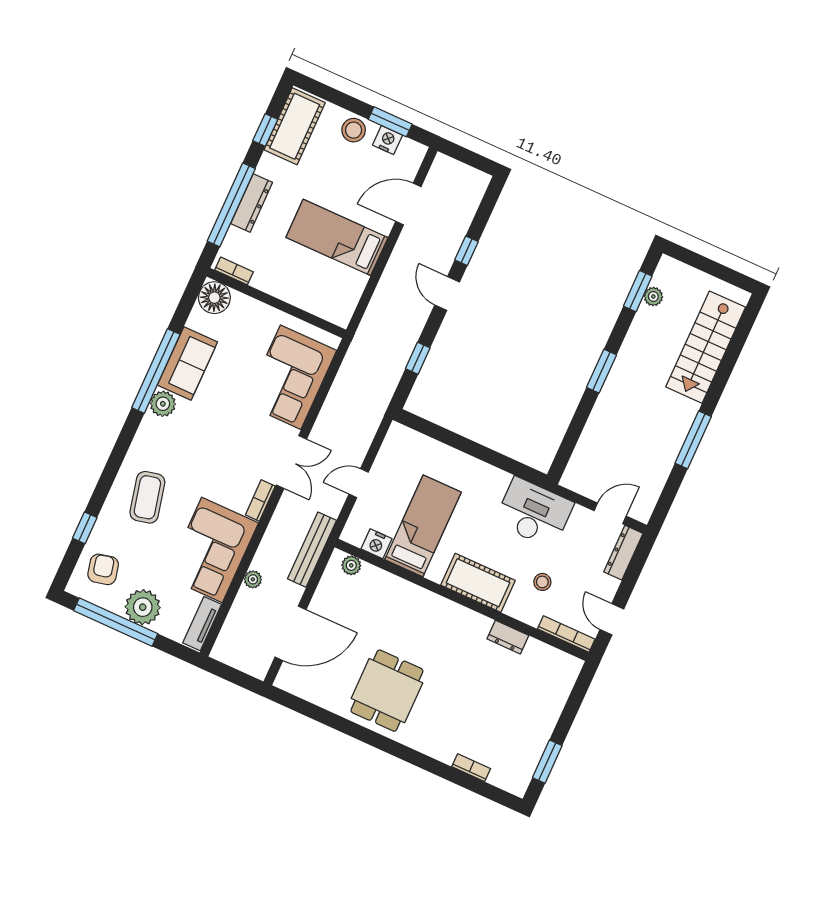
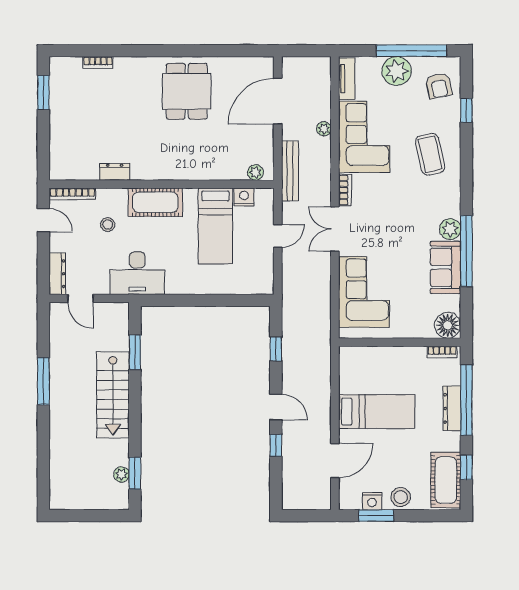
stairs: (706, 347) -> (113, 395), moved, turned 180
window: (601, 371) -> (135, 352), moved
door: (610, 513) -> (80, 298), hinge flipped

